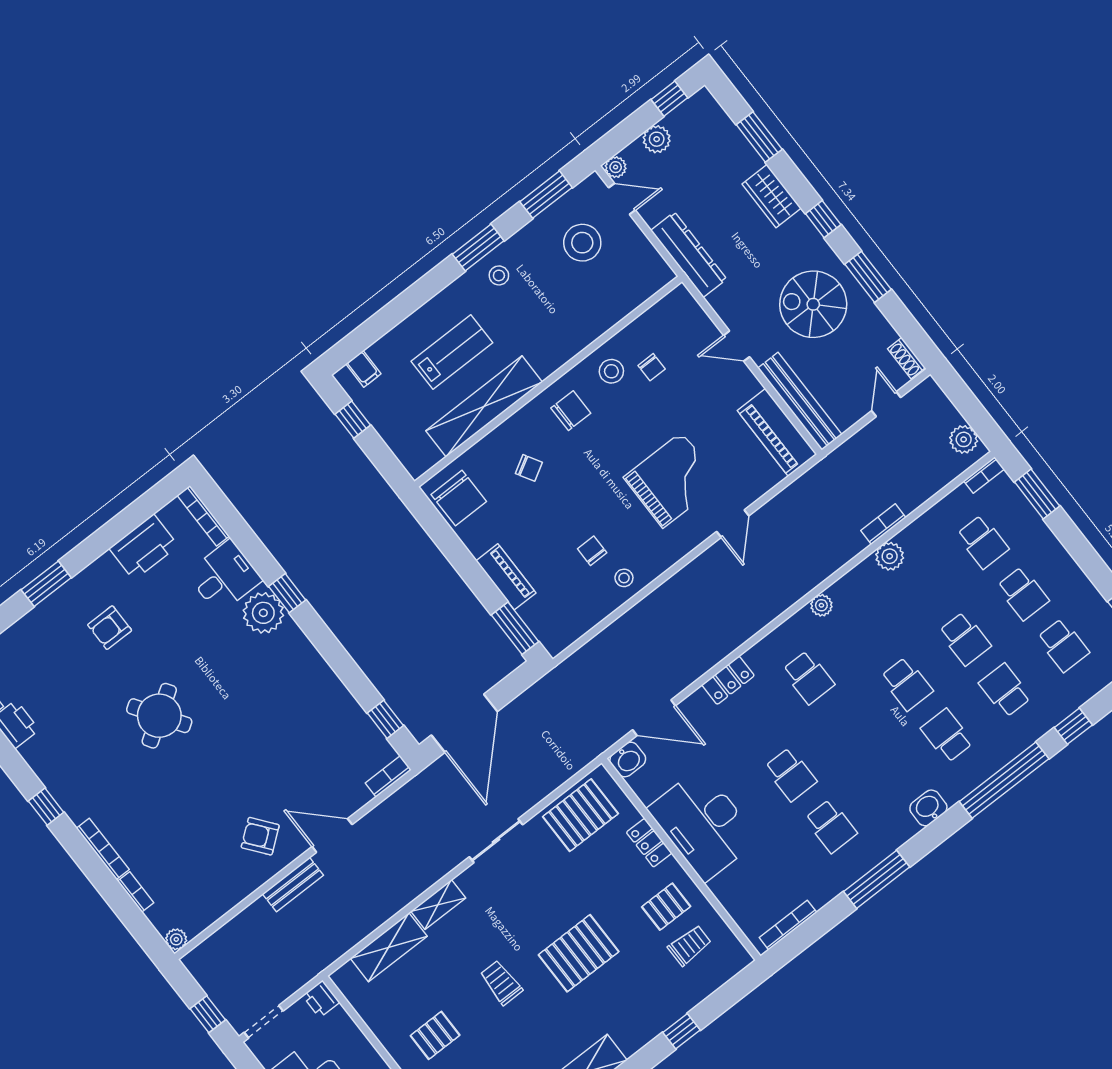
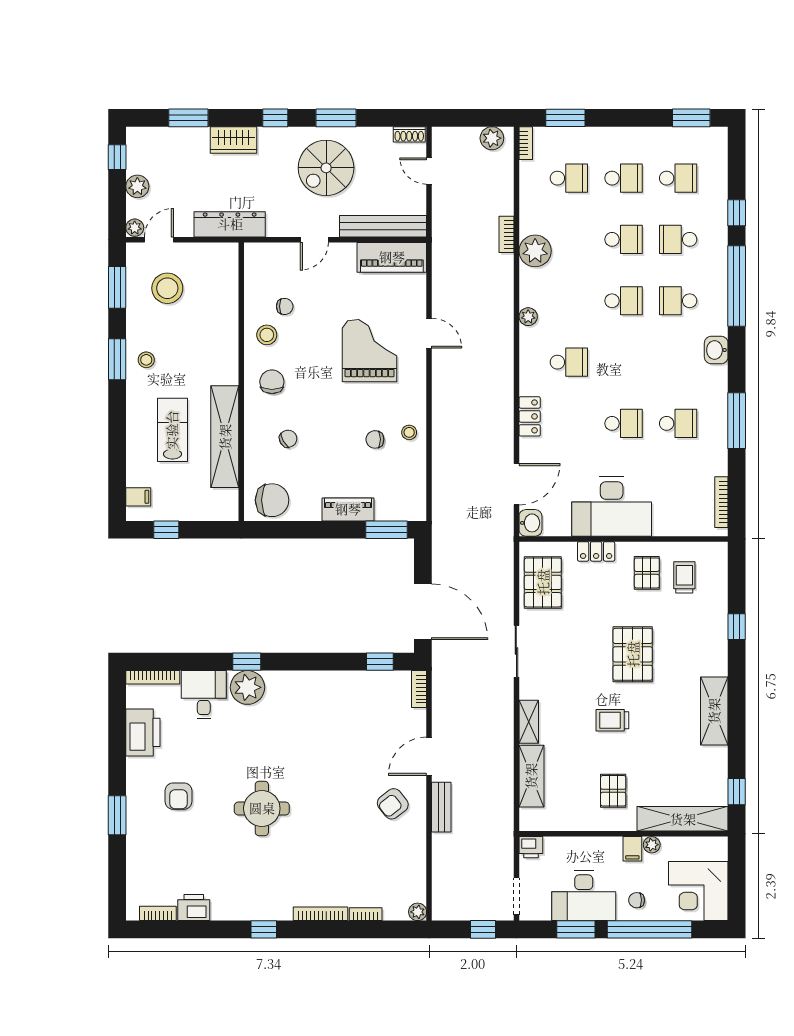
plant: (890, 556) -> (535, 251), width x1.36, depth x1.36
round table: (159, 716) -> (262, 808), turned 33

